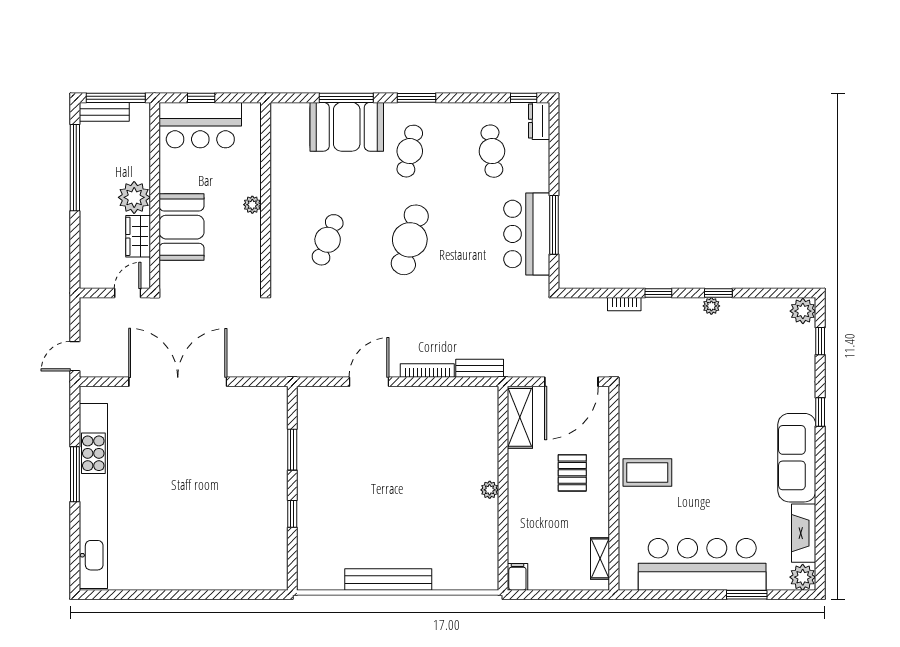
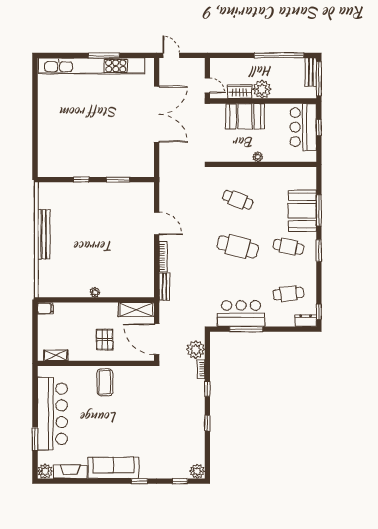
plant: (711, 306) -> (196, 350), moved, width x1.88, depth x1.88
pallet: (572, 473) -> (105, 340), turned 90

